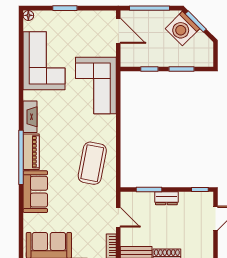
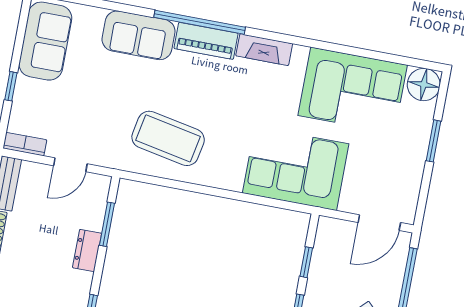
floor lamp: (28, 15) -> (424, 85), width x1.89, depth x1.89

